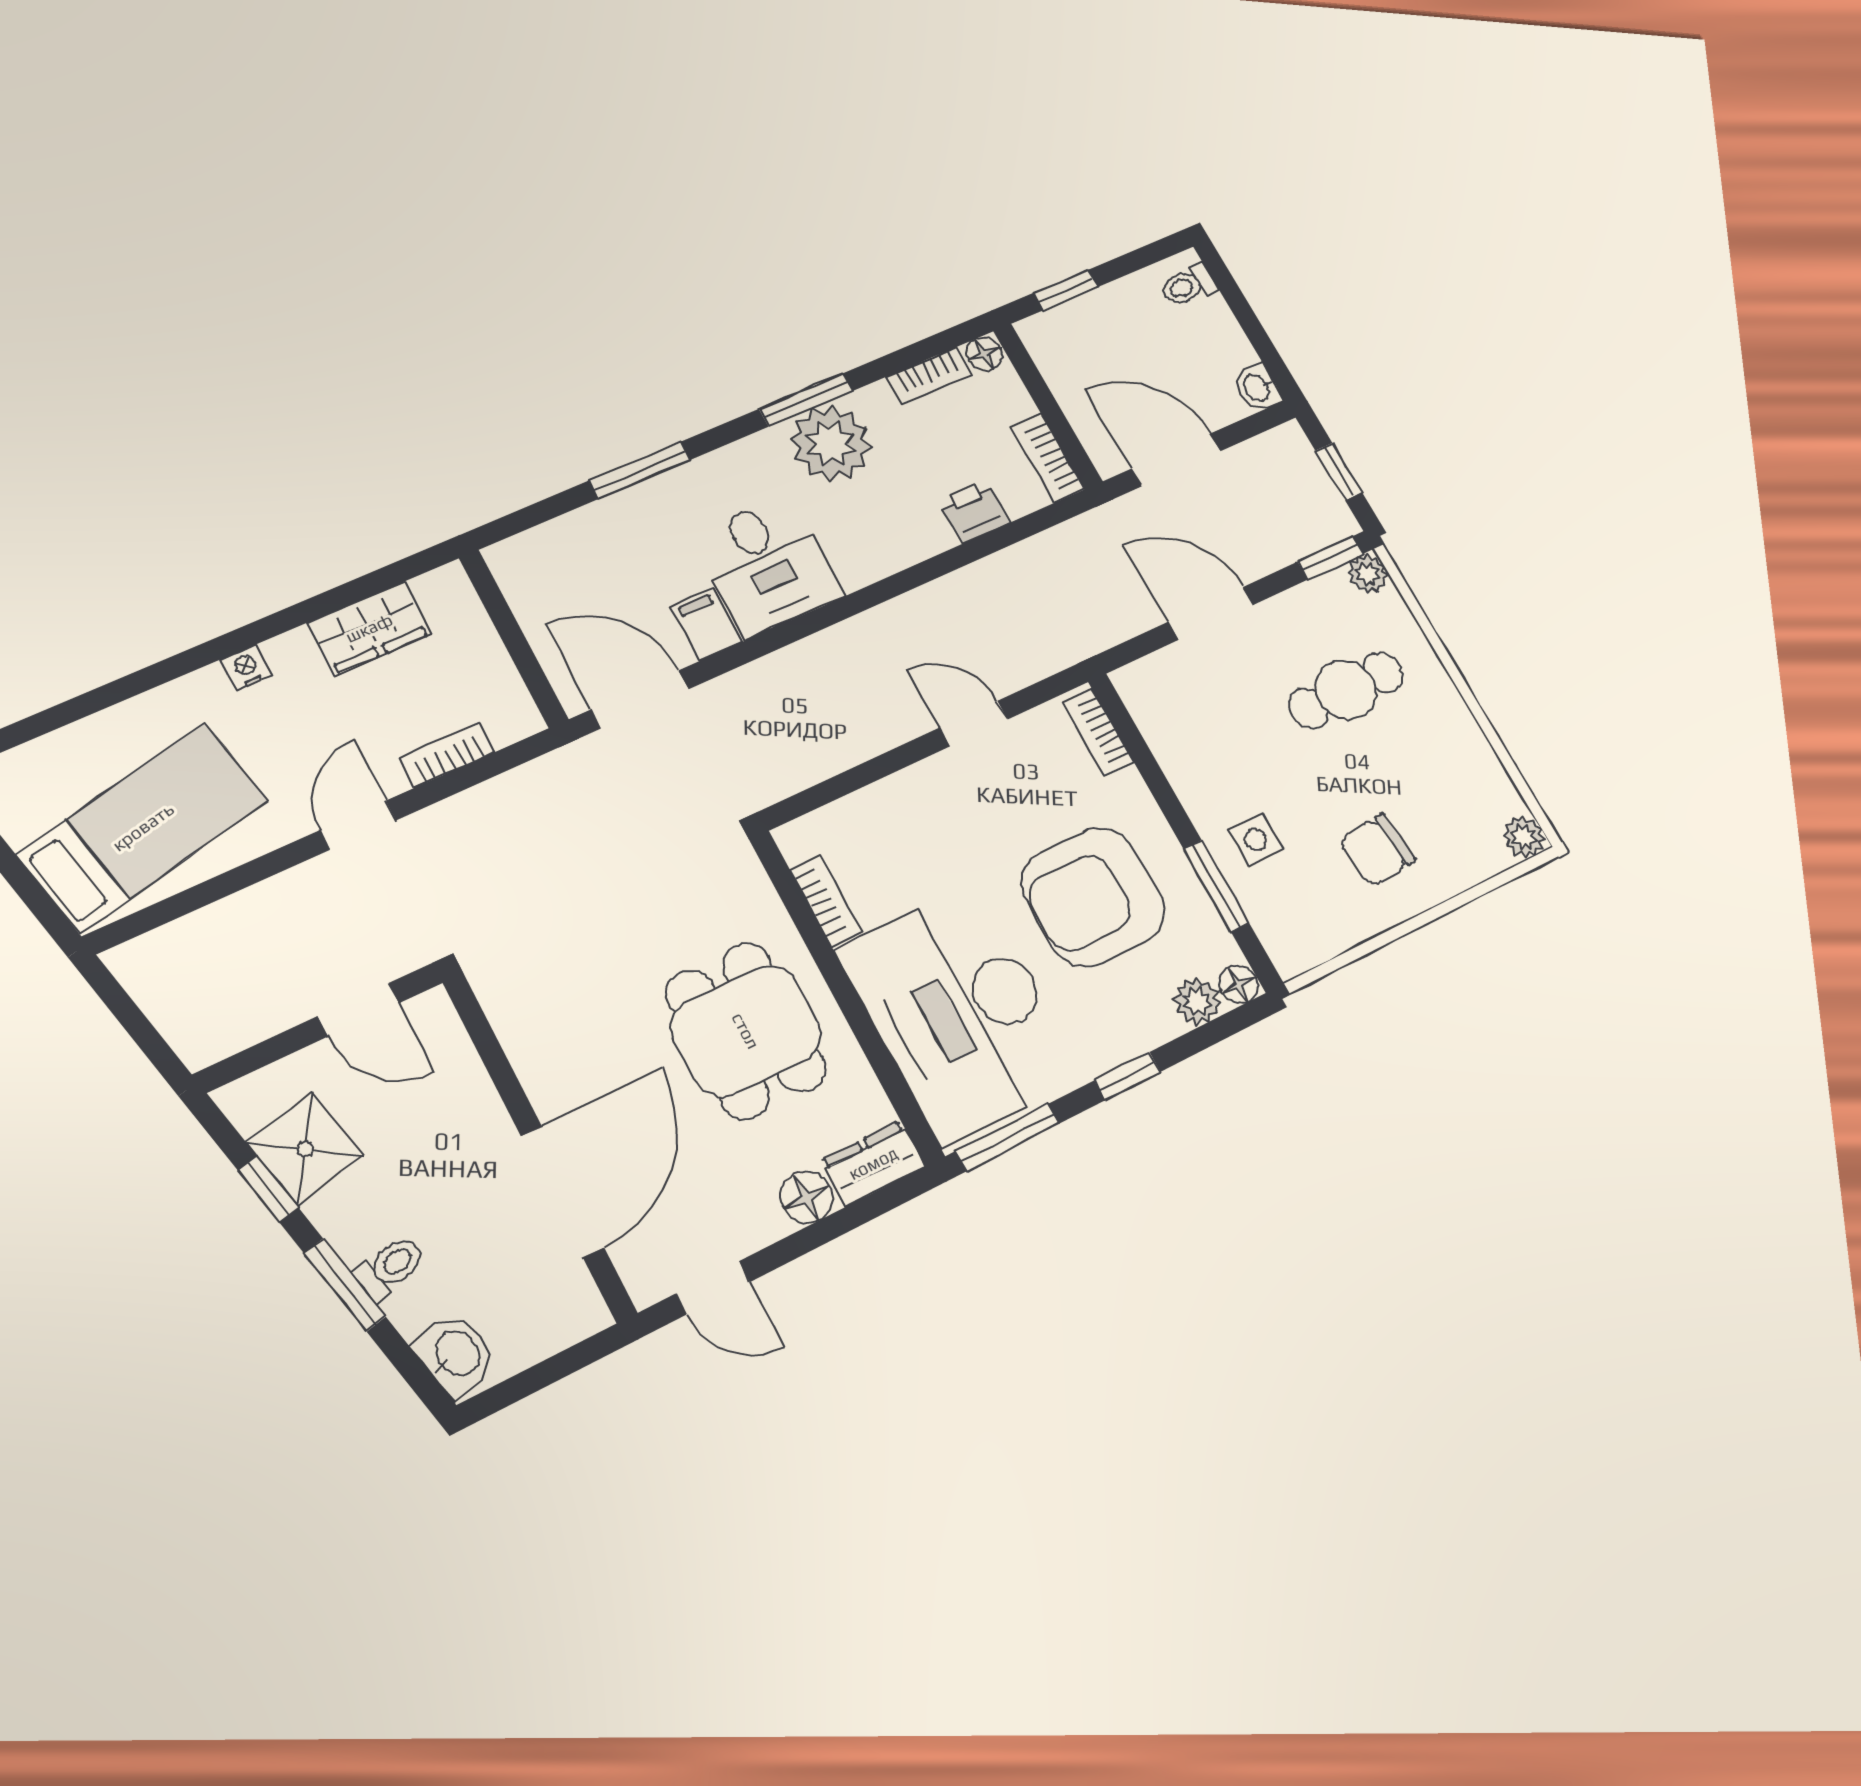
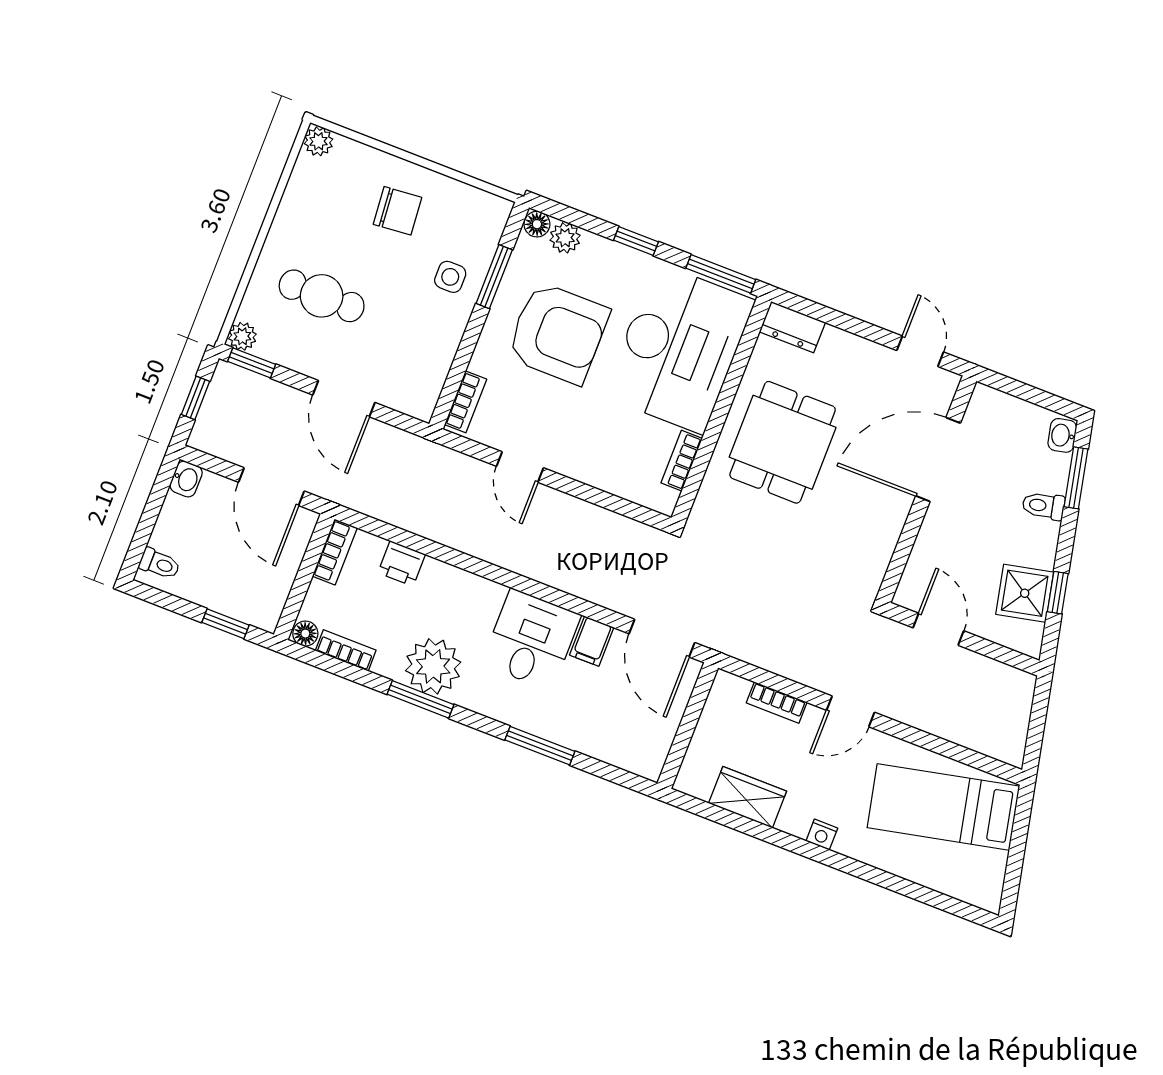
floor lamp: (807, 1197) -> (838, 344), removed
window: (345, 1285) -> (1076, 478), moved
washbasin: (456, 1354) -> (1062, 435), width x0.72, depth x0.69

